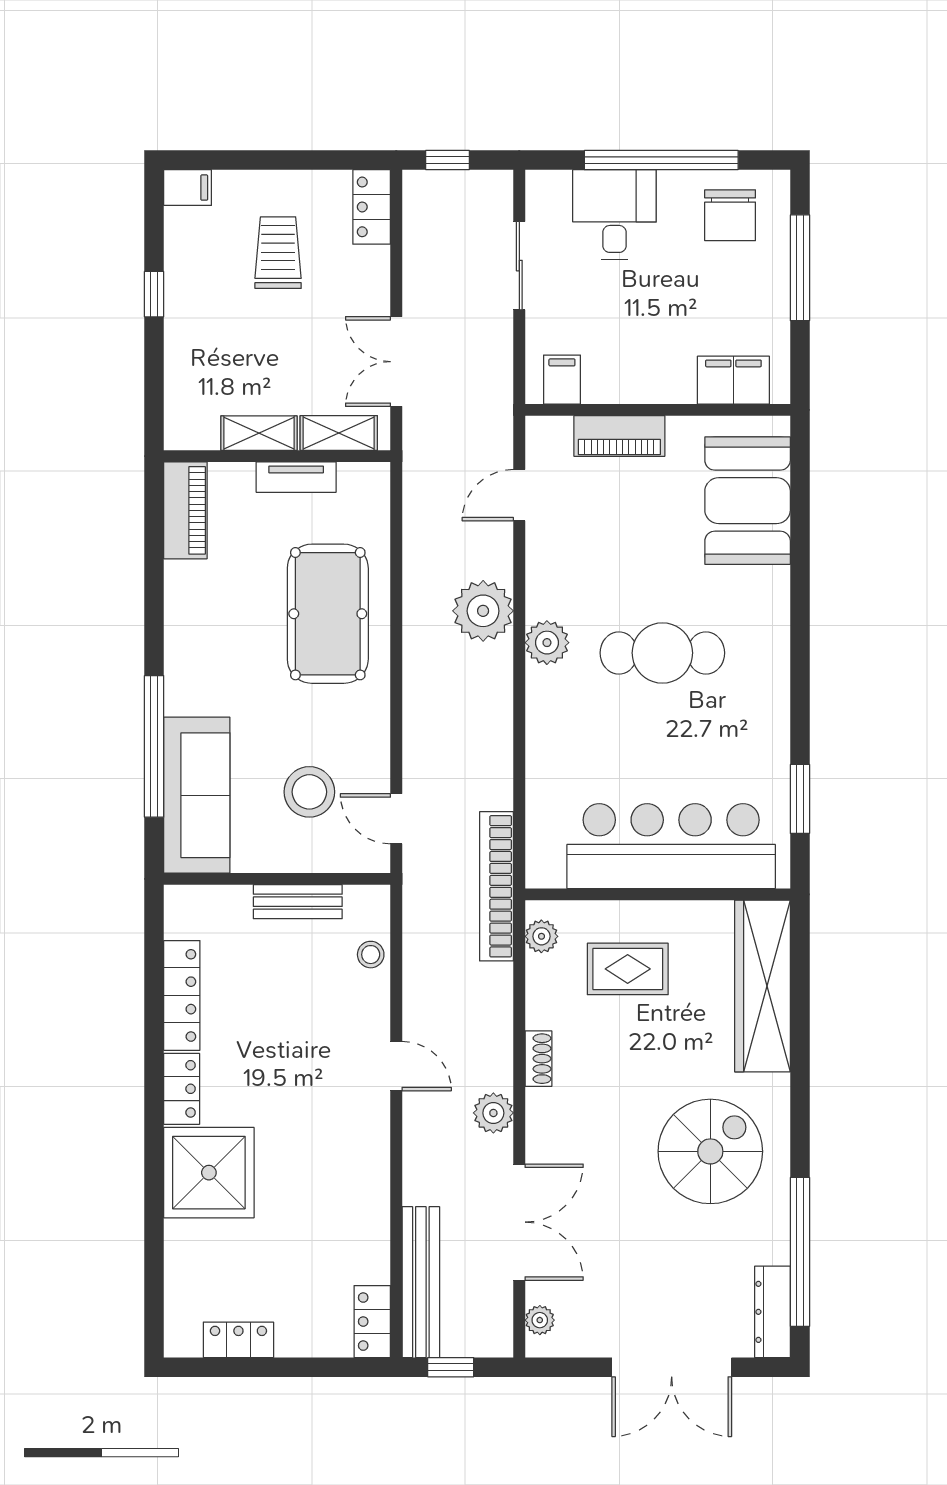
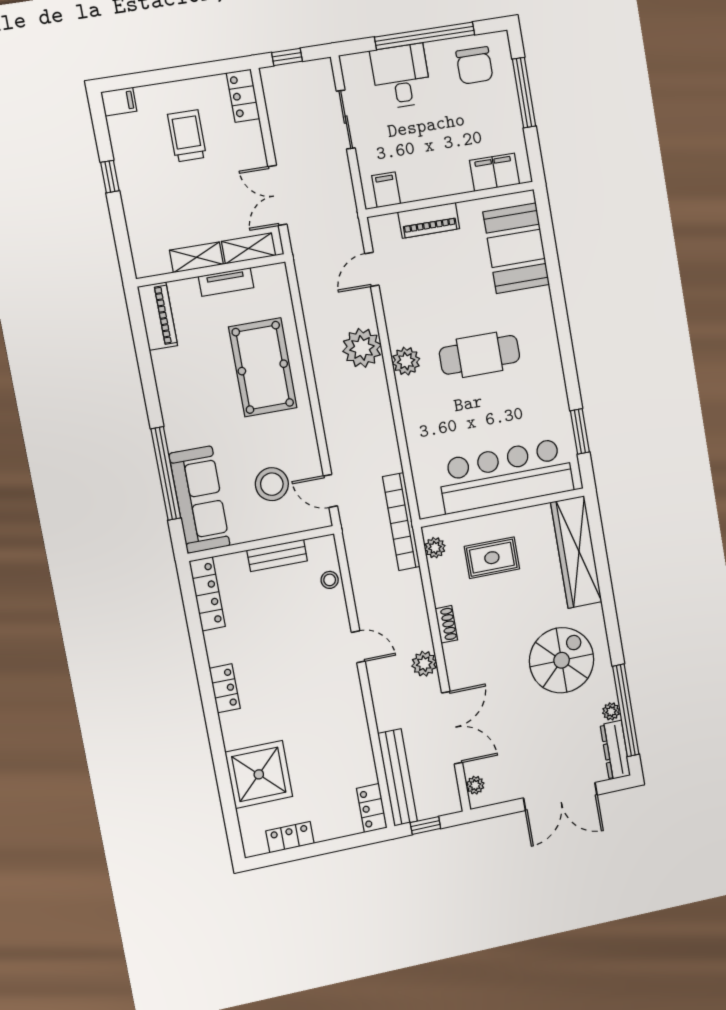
locker: (182, 995) -> (207, 594), moved
shower: (209, 1173) -> (259, 774), moved
plant: (776, 1249) -> (611, 711), added

